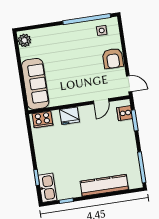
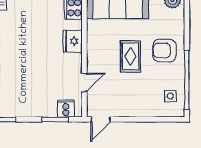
armchair: (113, 58) -> (164, 50), moved
rug: (75, 67) -> (130, 56), added
door: (101, 101) -> (84, 82), swing flipped

